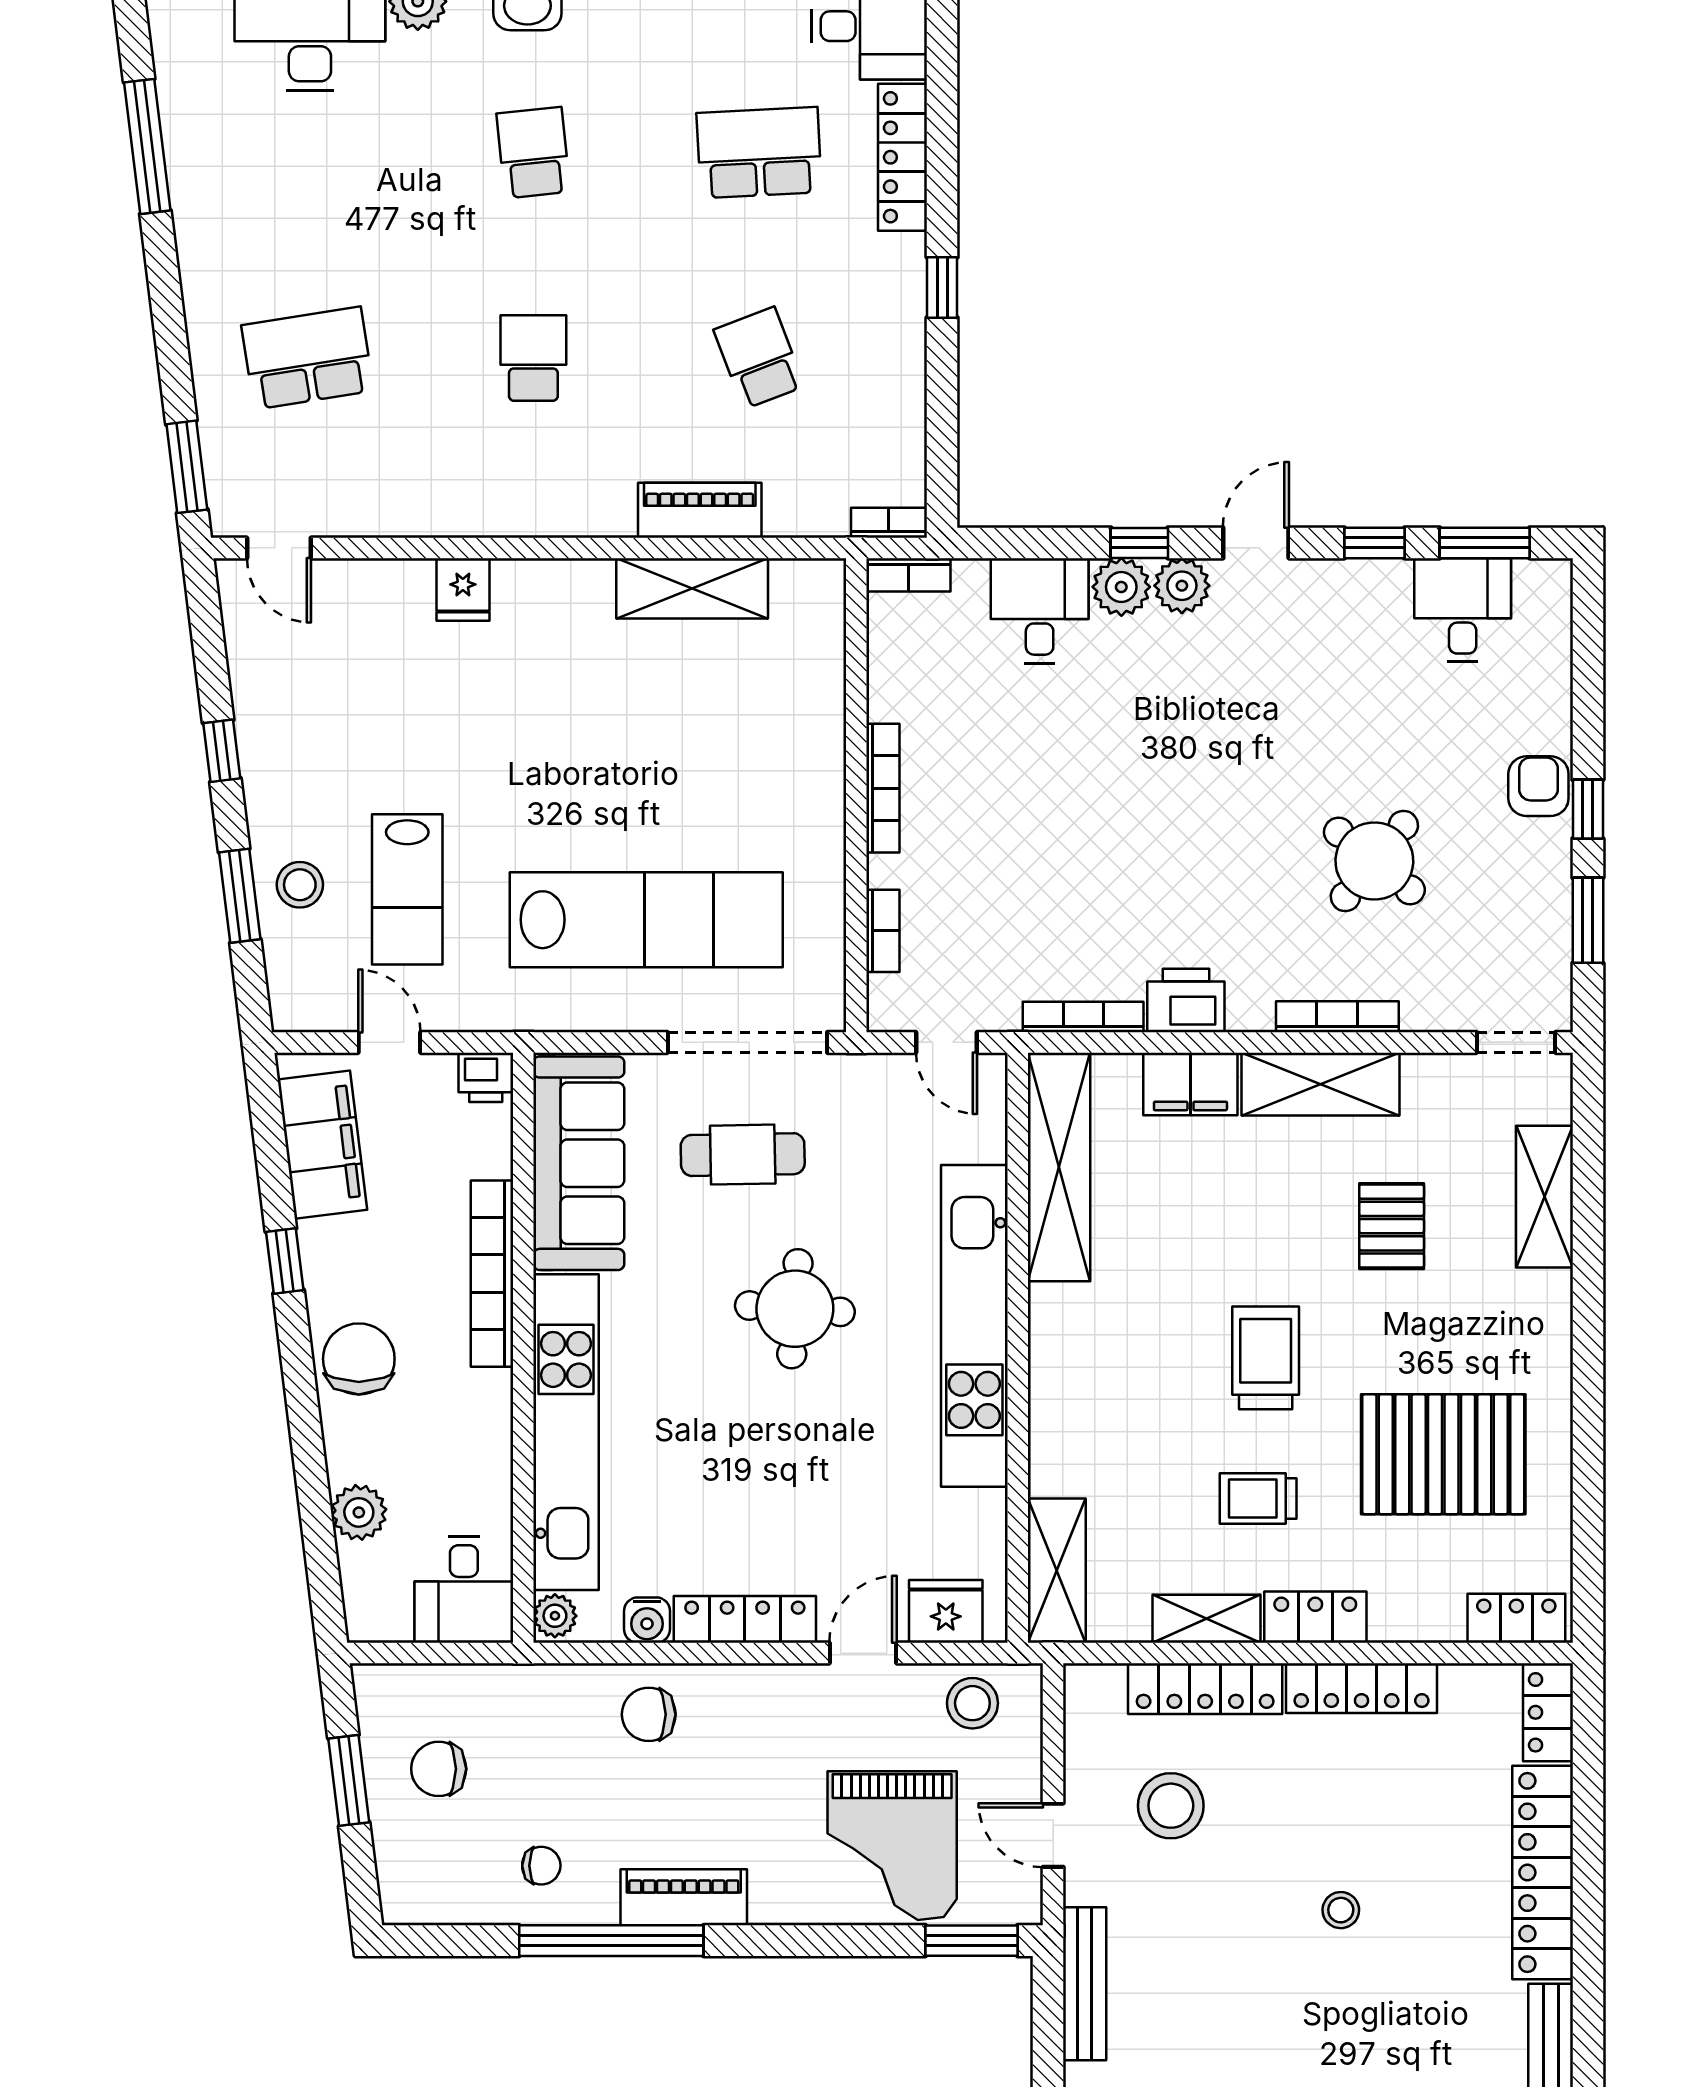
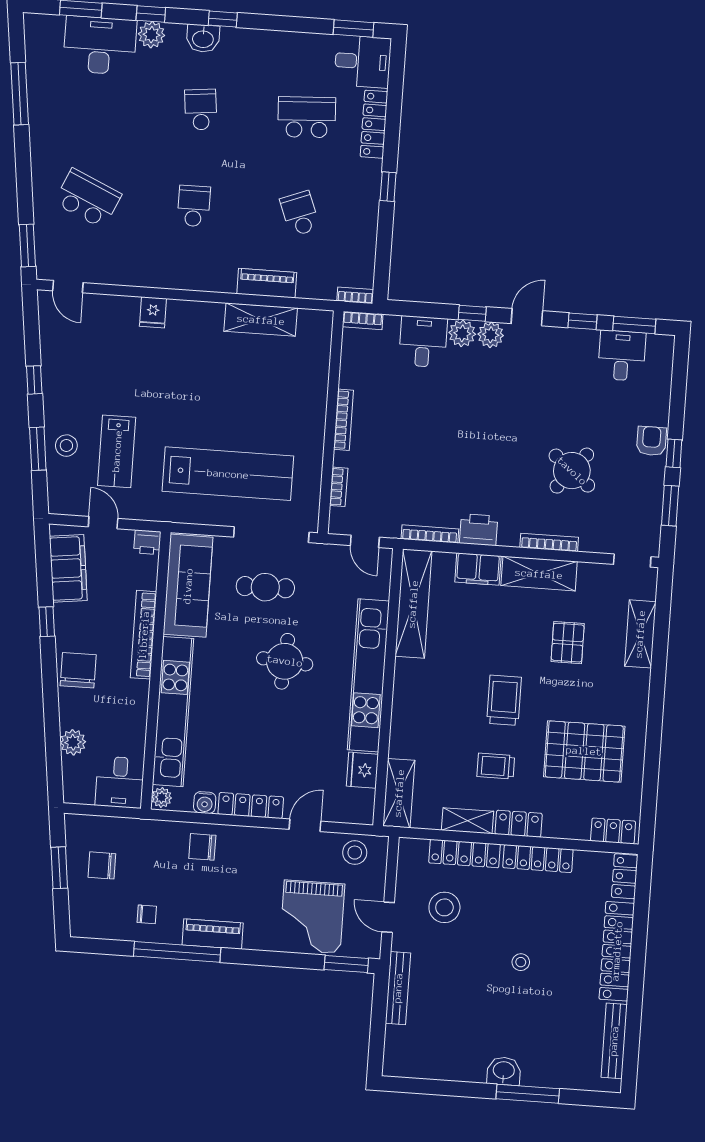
school desk: (308, 358) -> (88, 198), turned 33
fridge: (946, 1611) -> (362, 770), moved, turned -90

